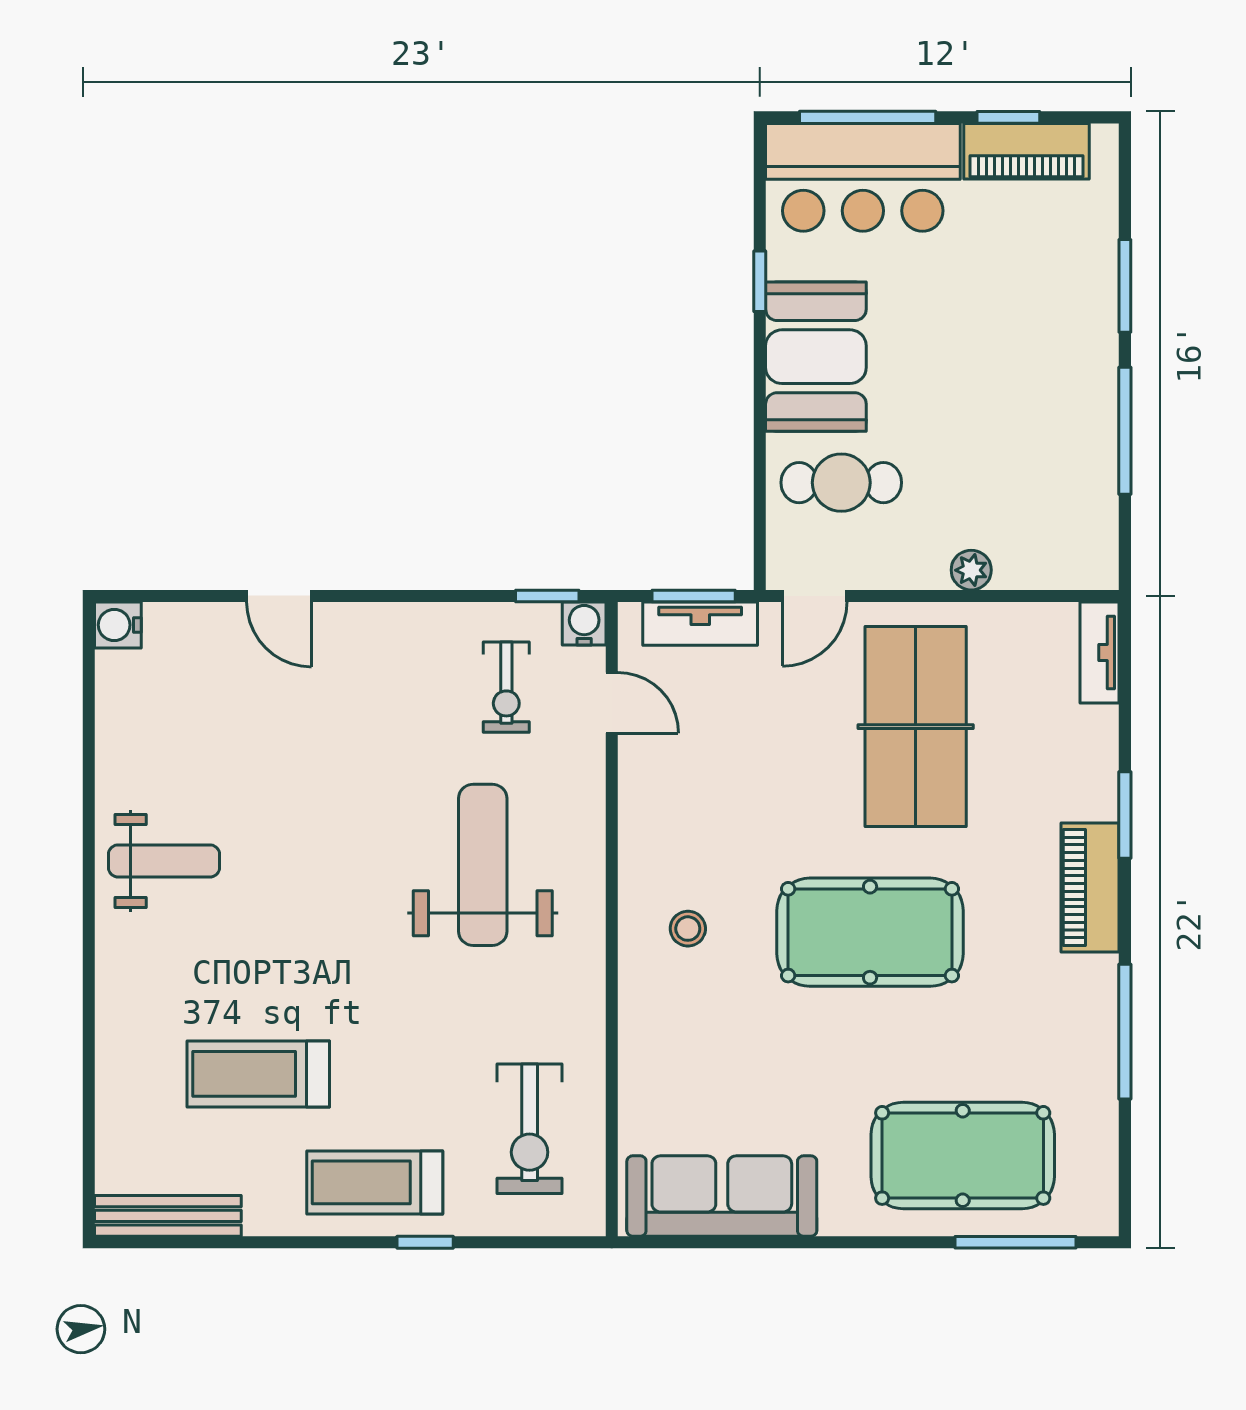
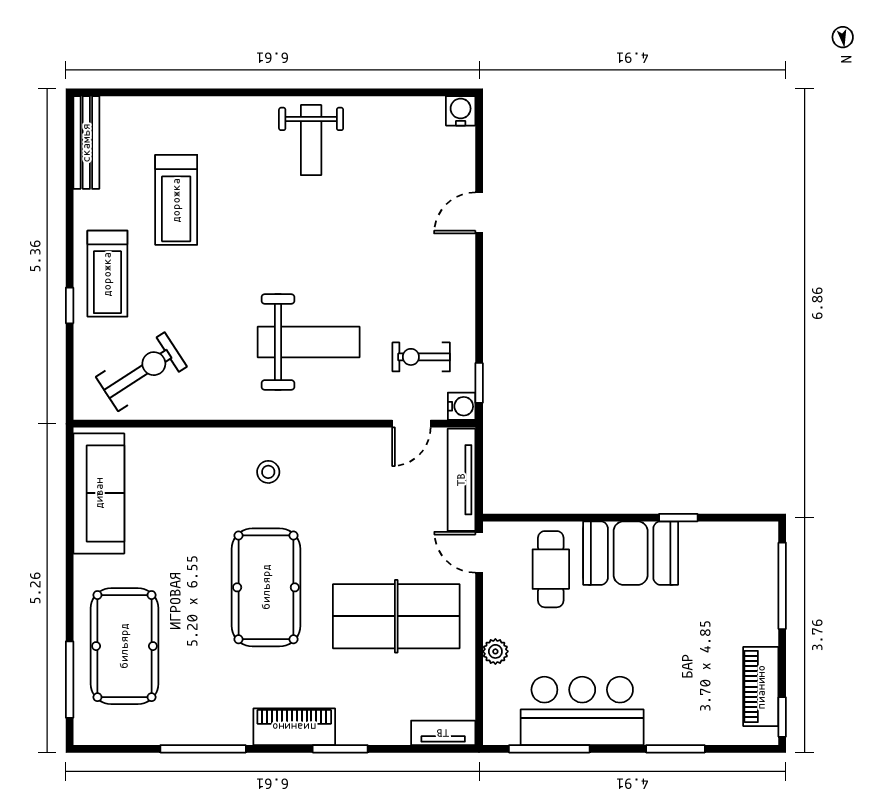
window: (1008, 117) -> (782, 717), moved
bar counter: (863, 177) -> (582, 711), moved, turned 90
window: (1125, 431) -> (549, 749), moved
window: (694, 596) -> (479, 476), removed
tv unit: (700, 624) -> (461, 480), width x1.41
treadmill: (258, 1074) -> (176, 200), turned 180
exercise bike: (530, 1129) -> (141, 372), turned 147
treadmill: (375, 1182) -> (107, 274), turned 180

